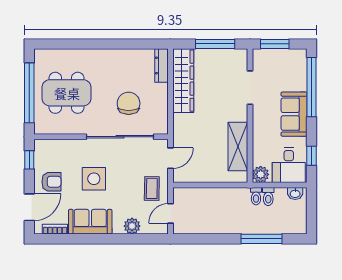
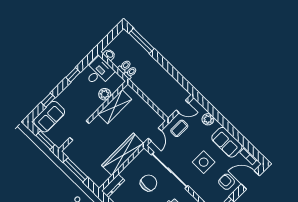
wardrobe: (183, 81) -> (123, 154), moved
window: (312, 87) -> (48, 100), width x0.32
chair: (129, 103) -> (149, 183), turned 180
sofa: (294, 114) -> (49, 117), moved
window: (312, 156) -> (73, 75), moved
door: (170, 158) -> (155, 134), swing flipped
plant: (261, 174) -> (105, 94), moved
window: (261, 239) -> (141, 41), moved

